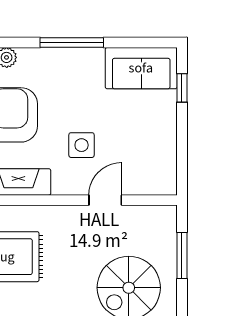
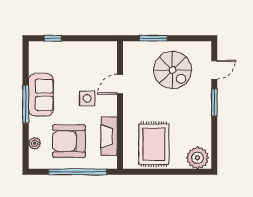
sofa: (141, 68) -> (41, 95), moved
door: (105, 200) -> (120, 84), hinge flipped

